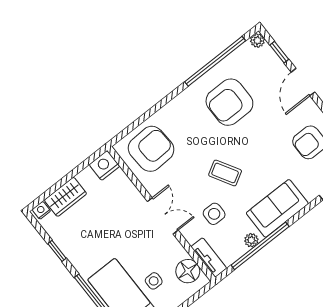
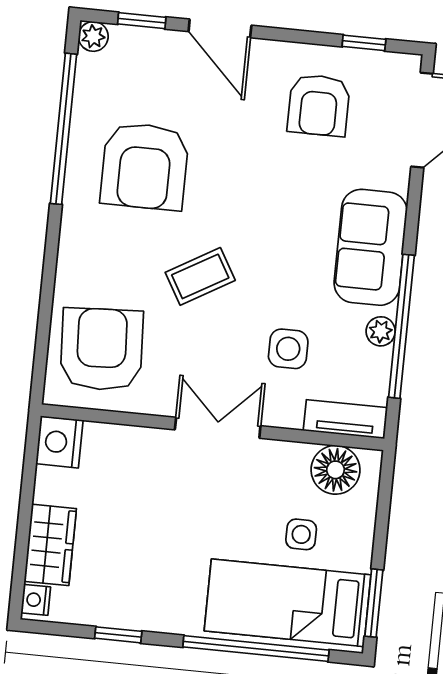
coffee table: (225, 173) -> (200, 276), moved

